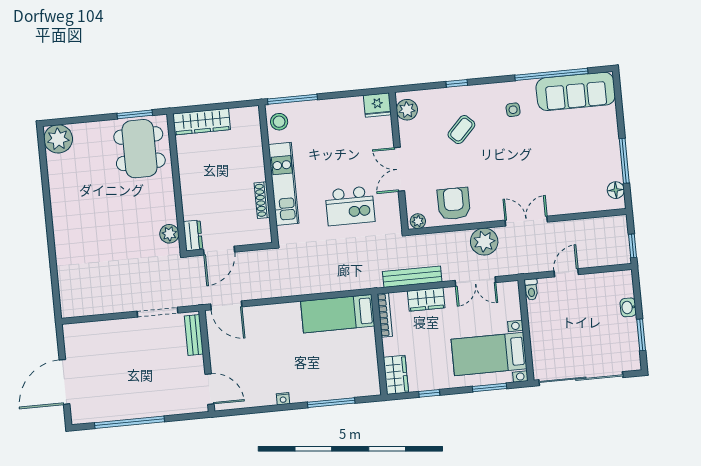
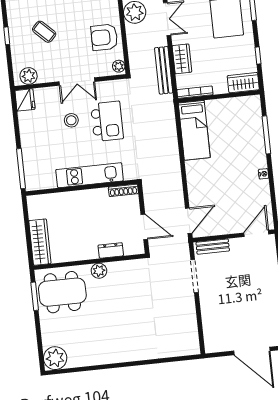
stool: (279, 122) -> (71, 120), moved
shoe rack: (262, 200) -> (123, 190), moved
plant: (169, 234) -> (99, 271), moved
dresser: (193, 235) -> (111, 250), moved

